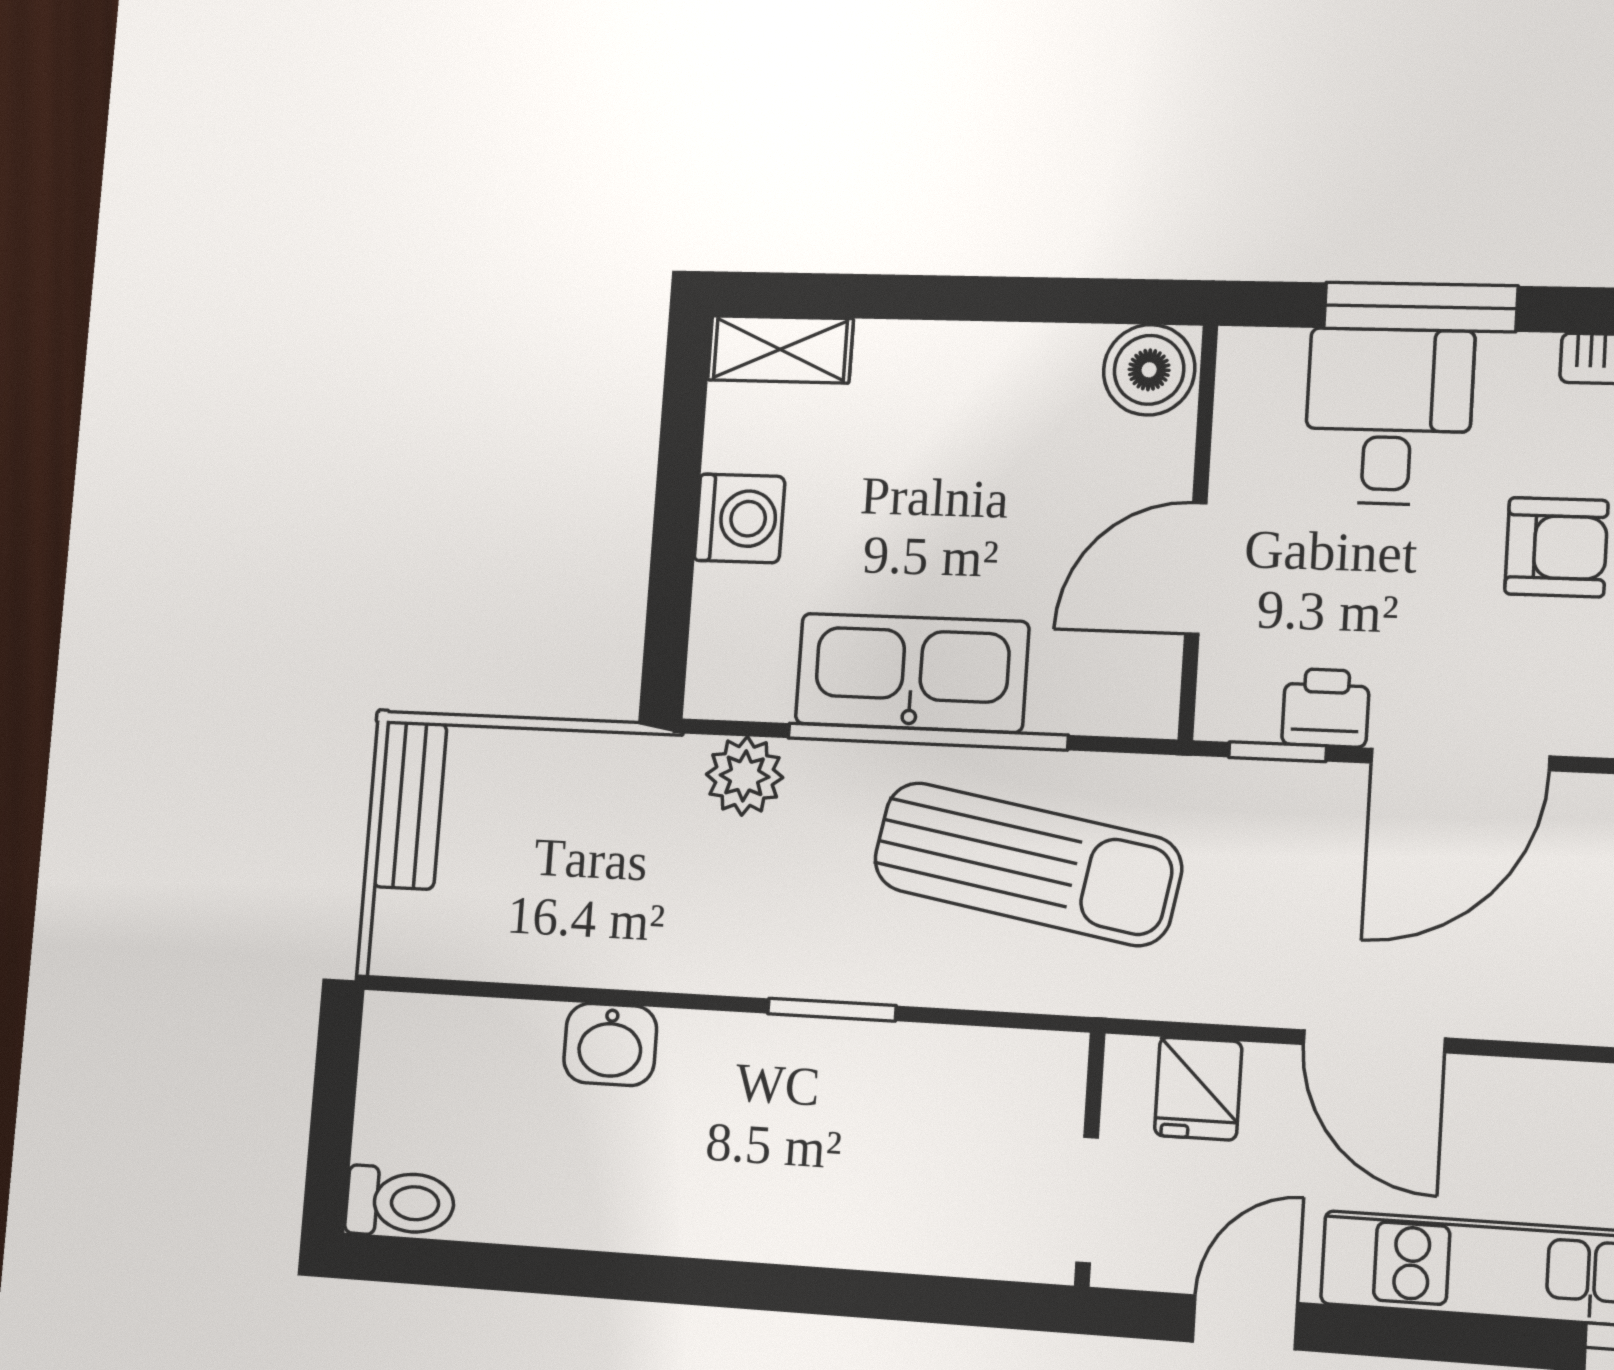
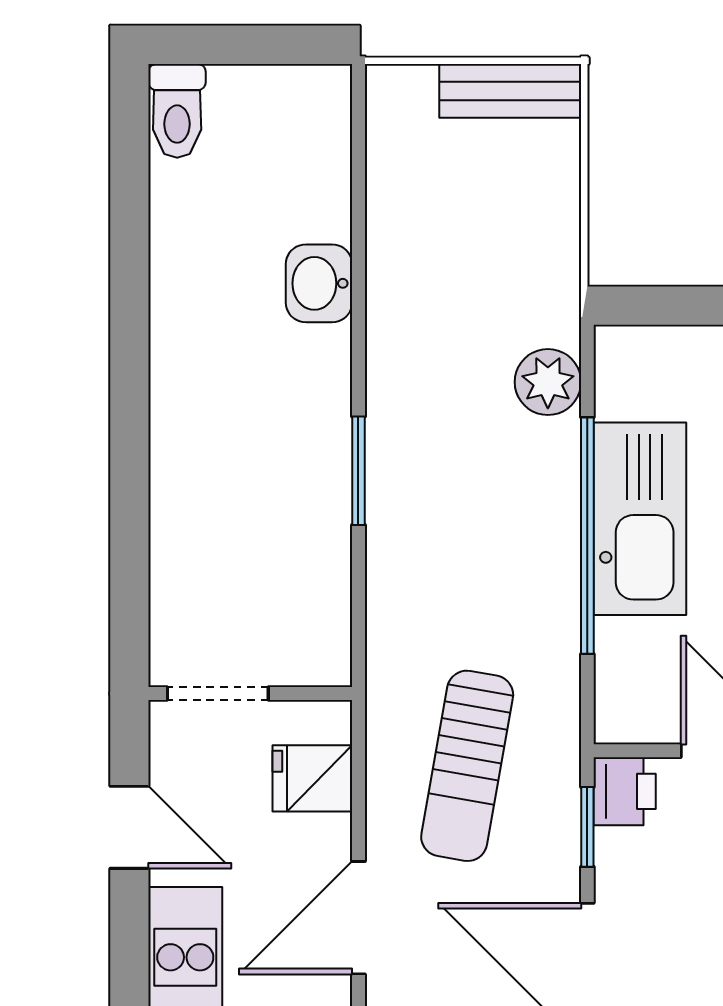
printer: (1326, 708) -> (625, 791), moved
sun lounger: (1027, 864) -> (467, 766), moved, width x0.73, depth x0.75

